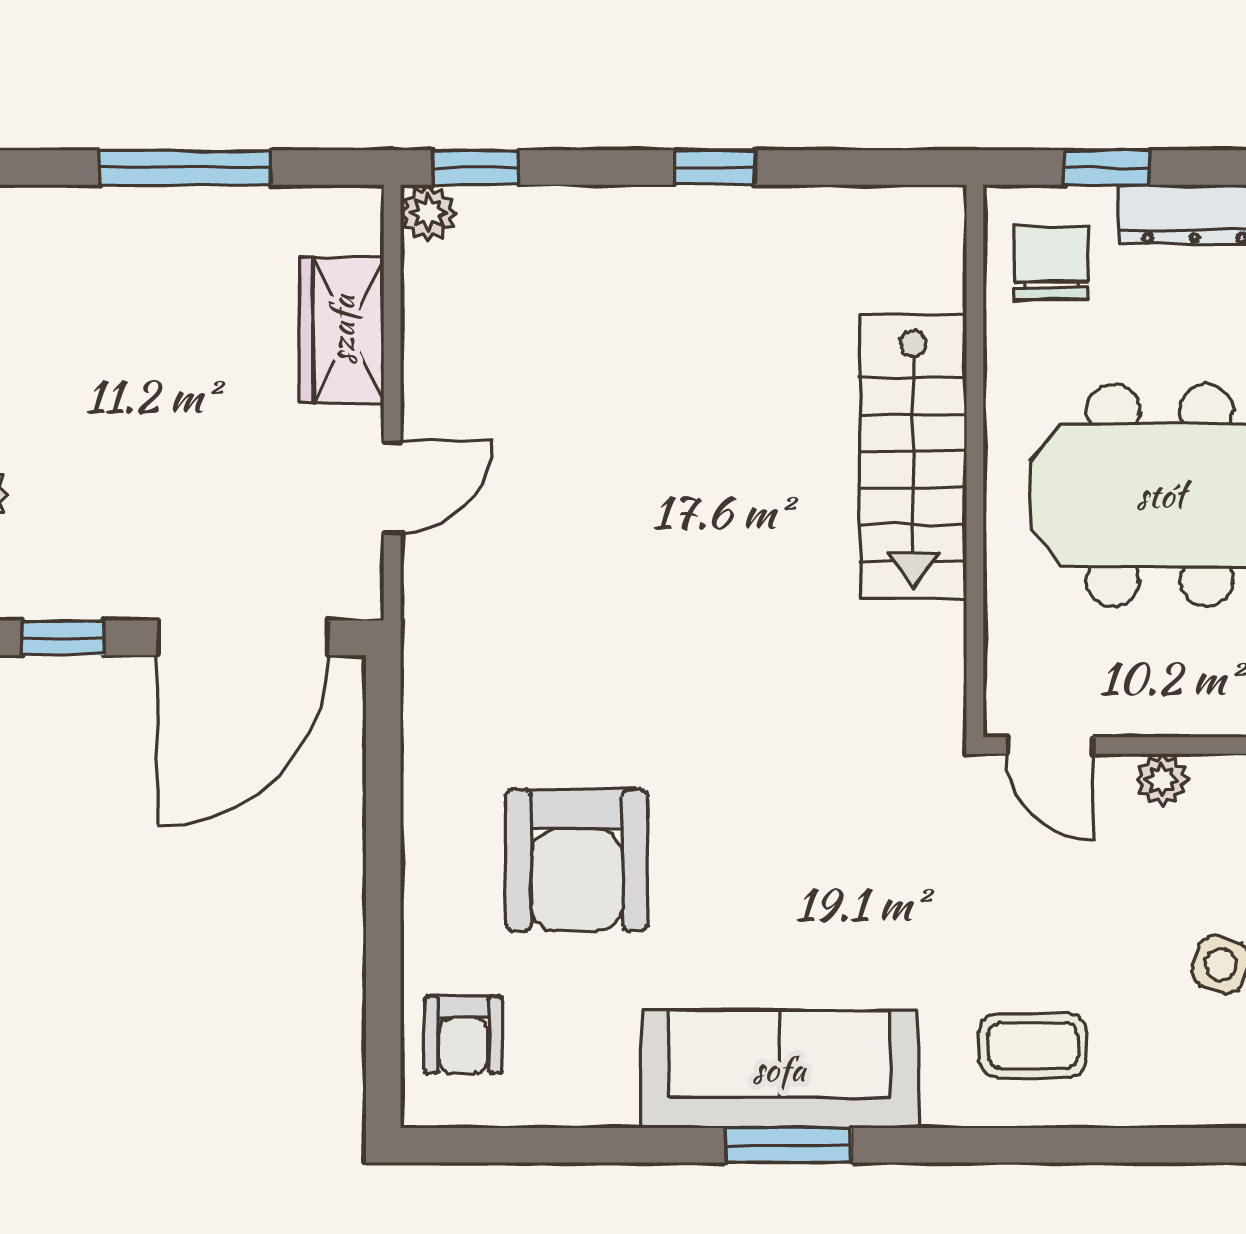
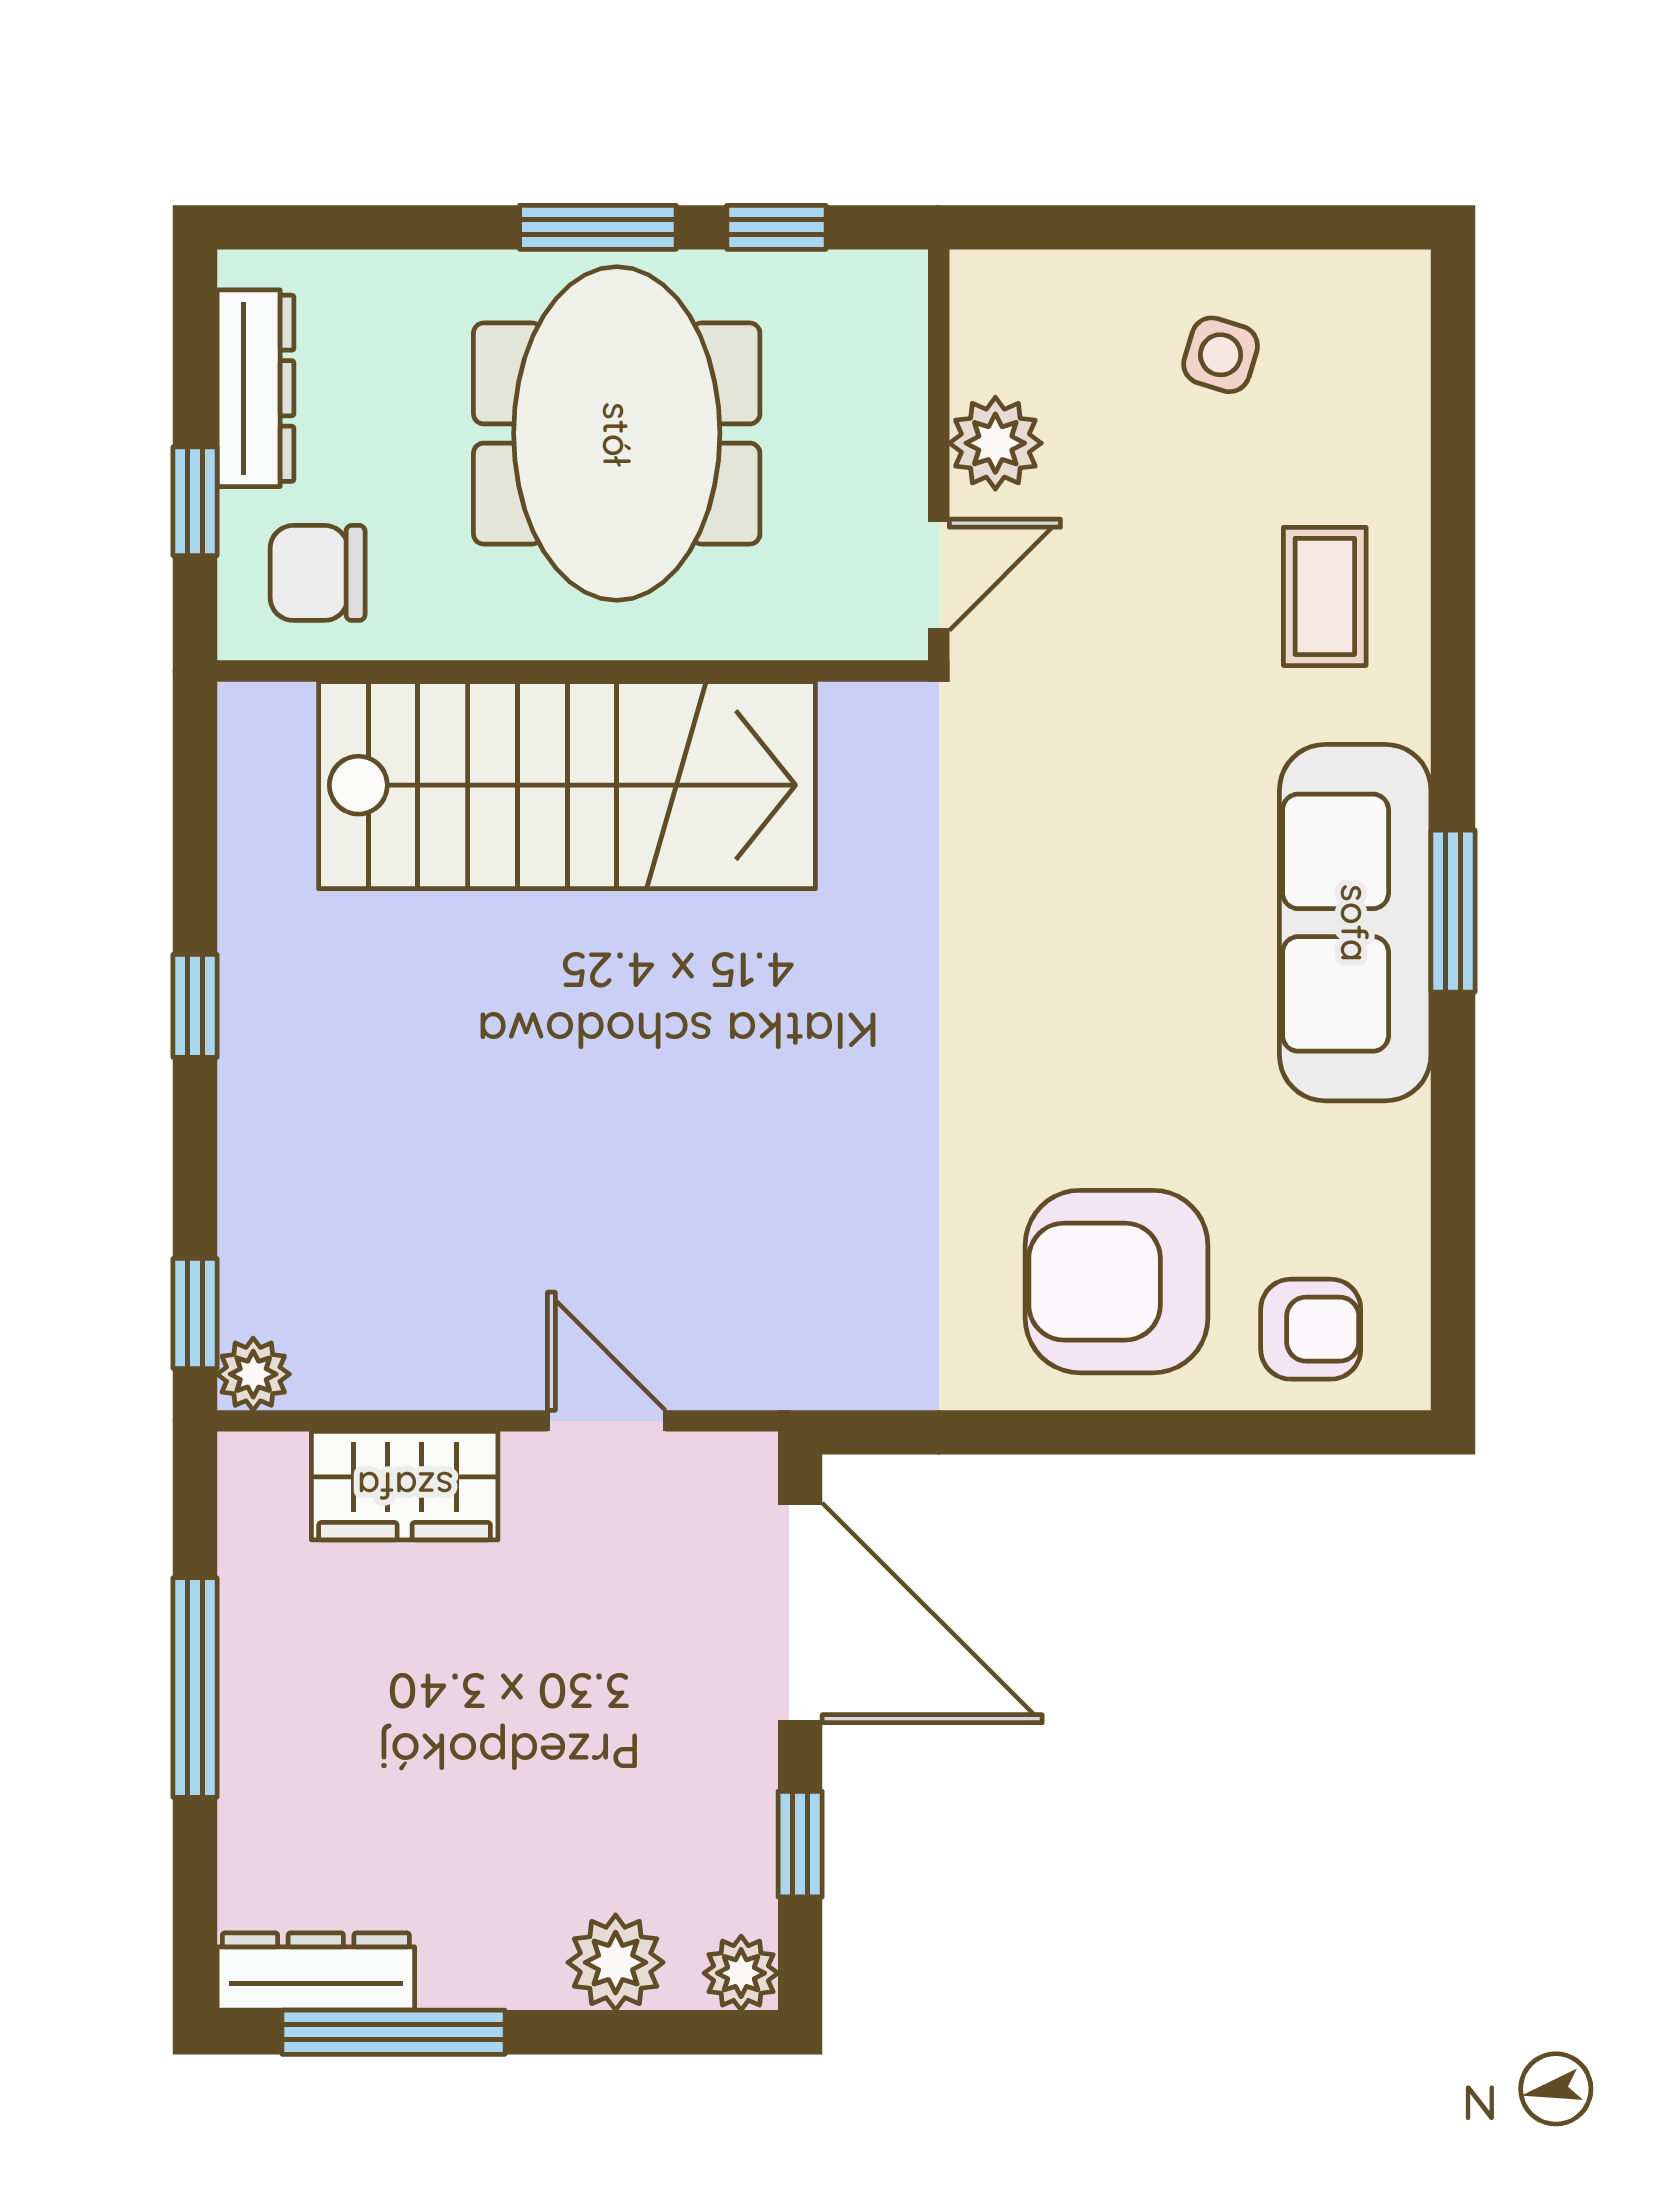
stairs: (913, 457) -> (567, 785), width x1.36, depth x1.51
plant: (1162, 780) -> (995, 443), width x1.38, depth x1.38
armchair: (577, 860) -> (1116, 1282), moved, turned 180

